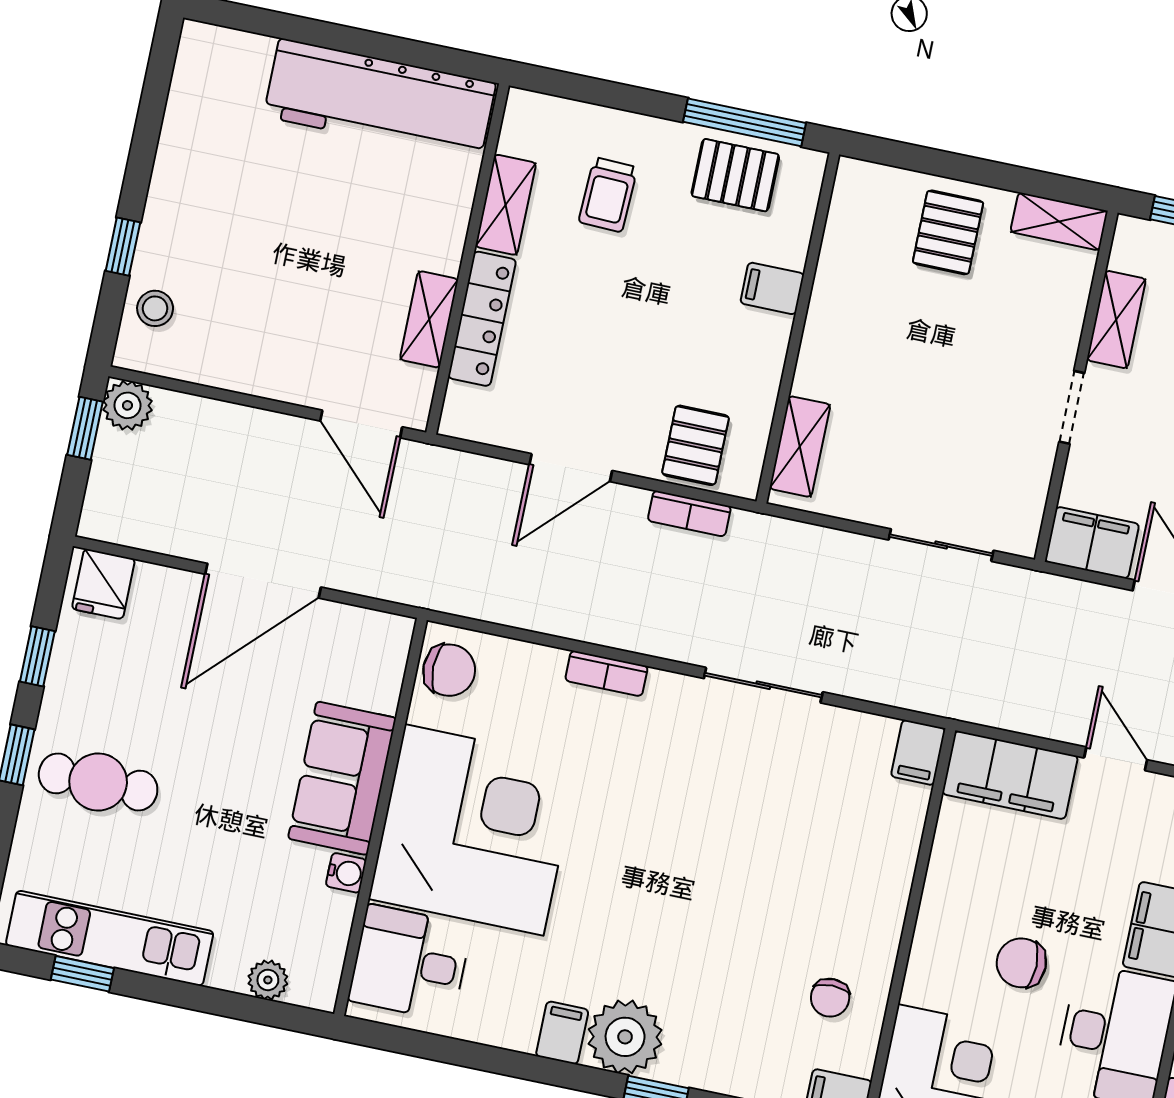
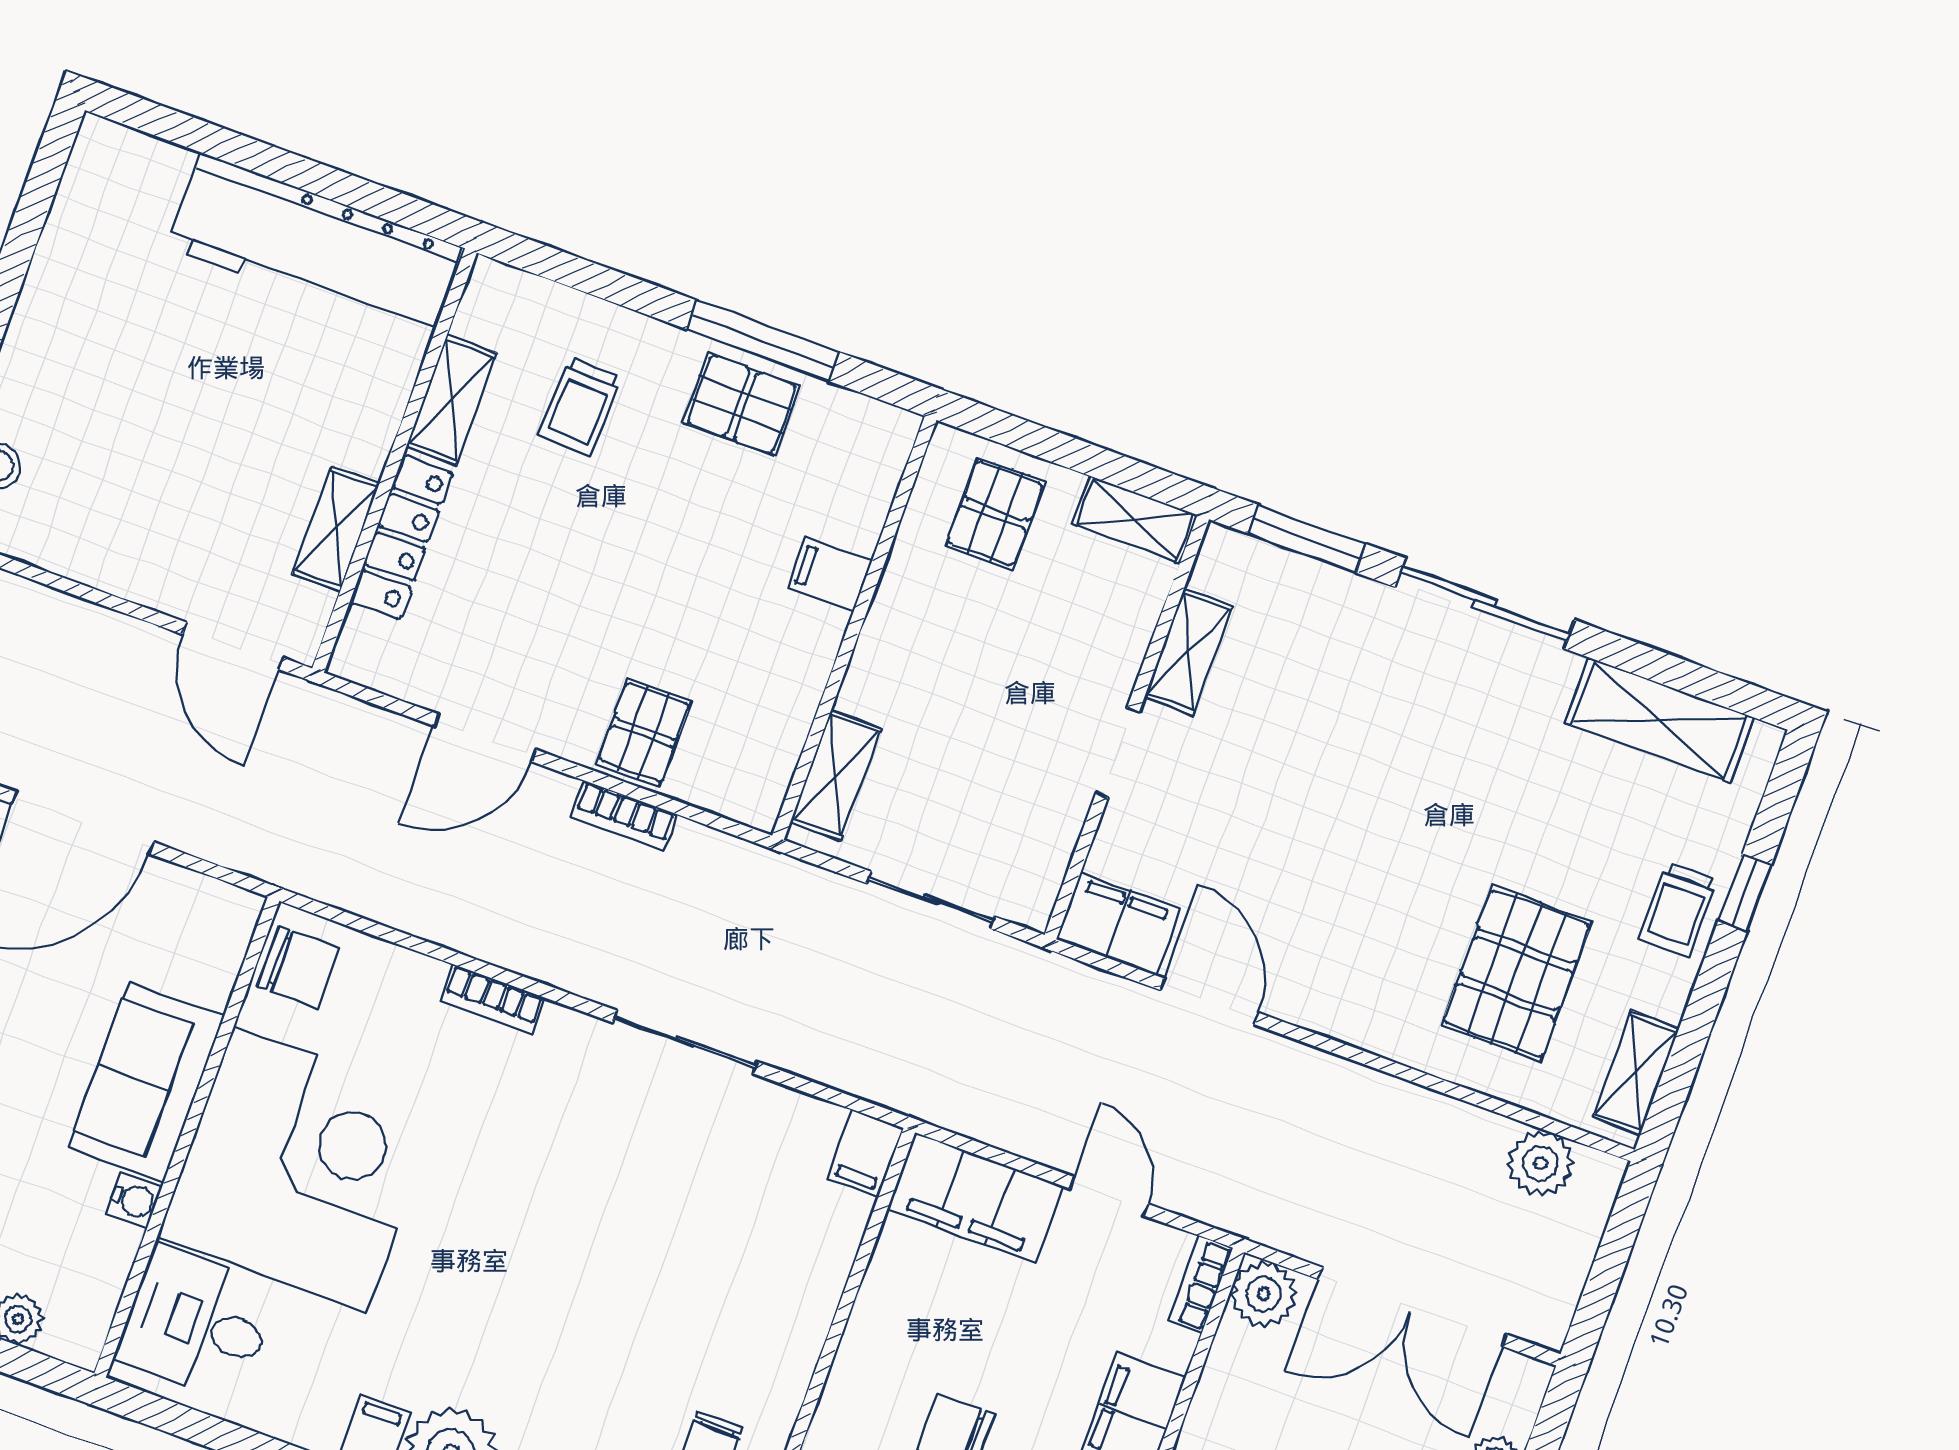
filing cabinet: (772, 288) -> (830, 574), moved
wall: (798, 328) -> (854, 628), moved
shelving: (800, 447) -> (836, 775), moved

